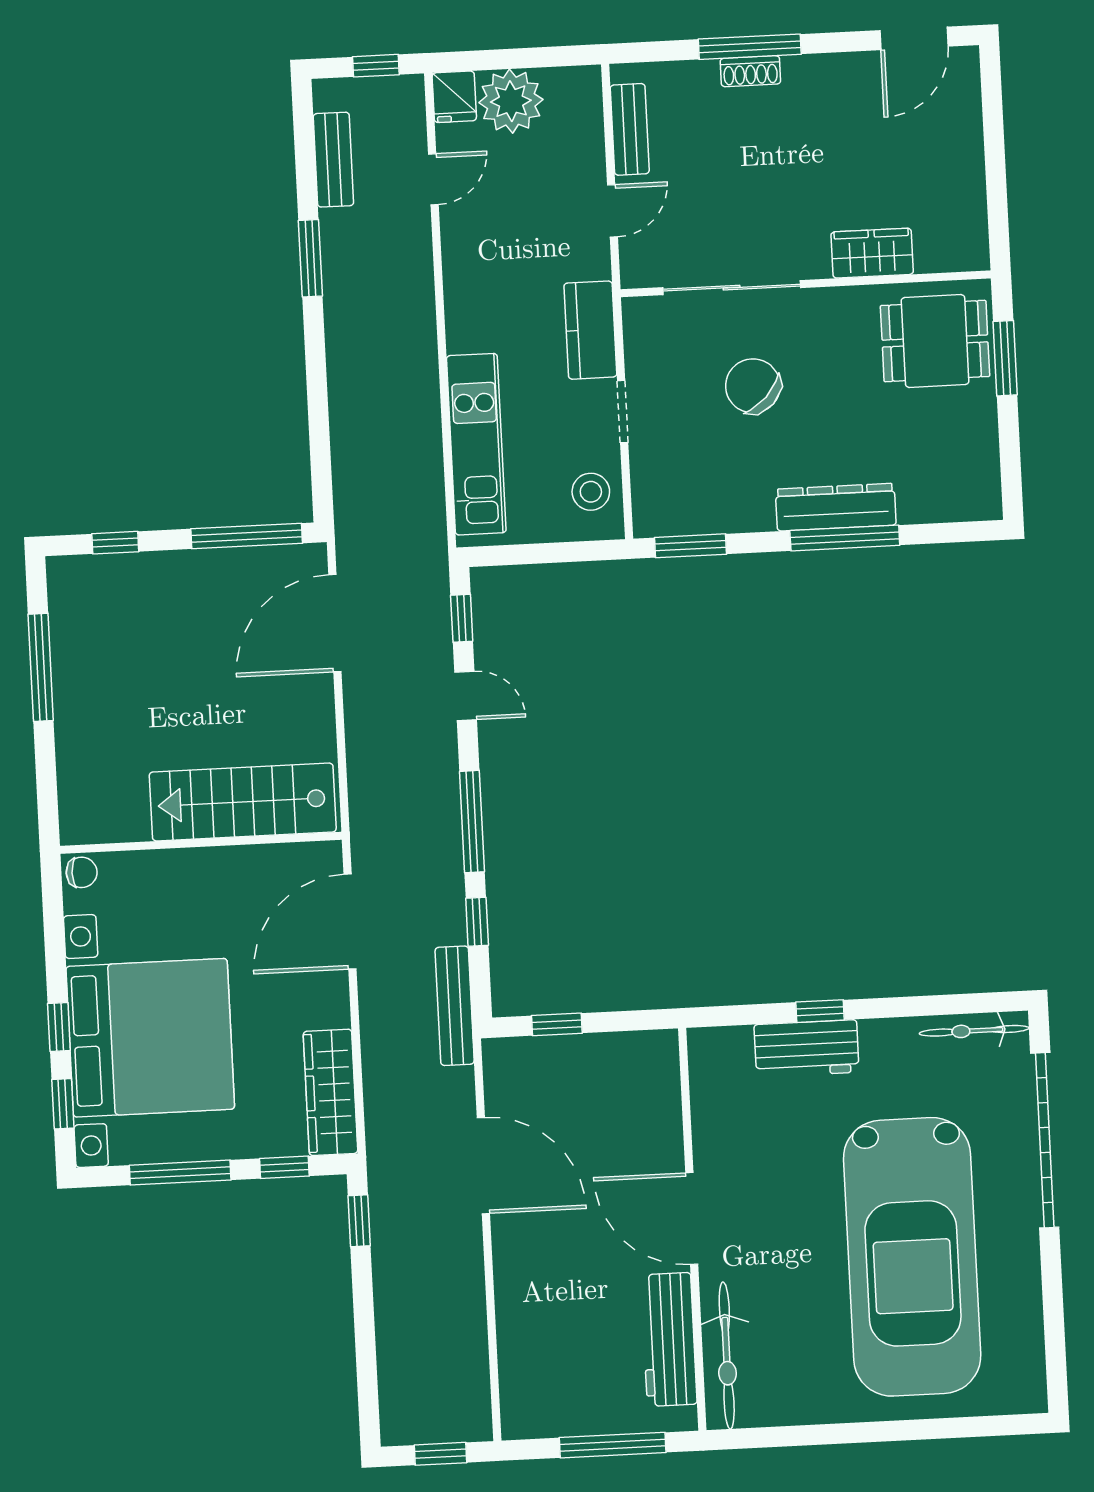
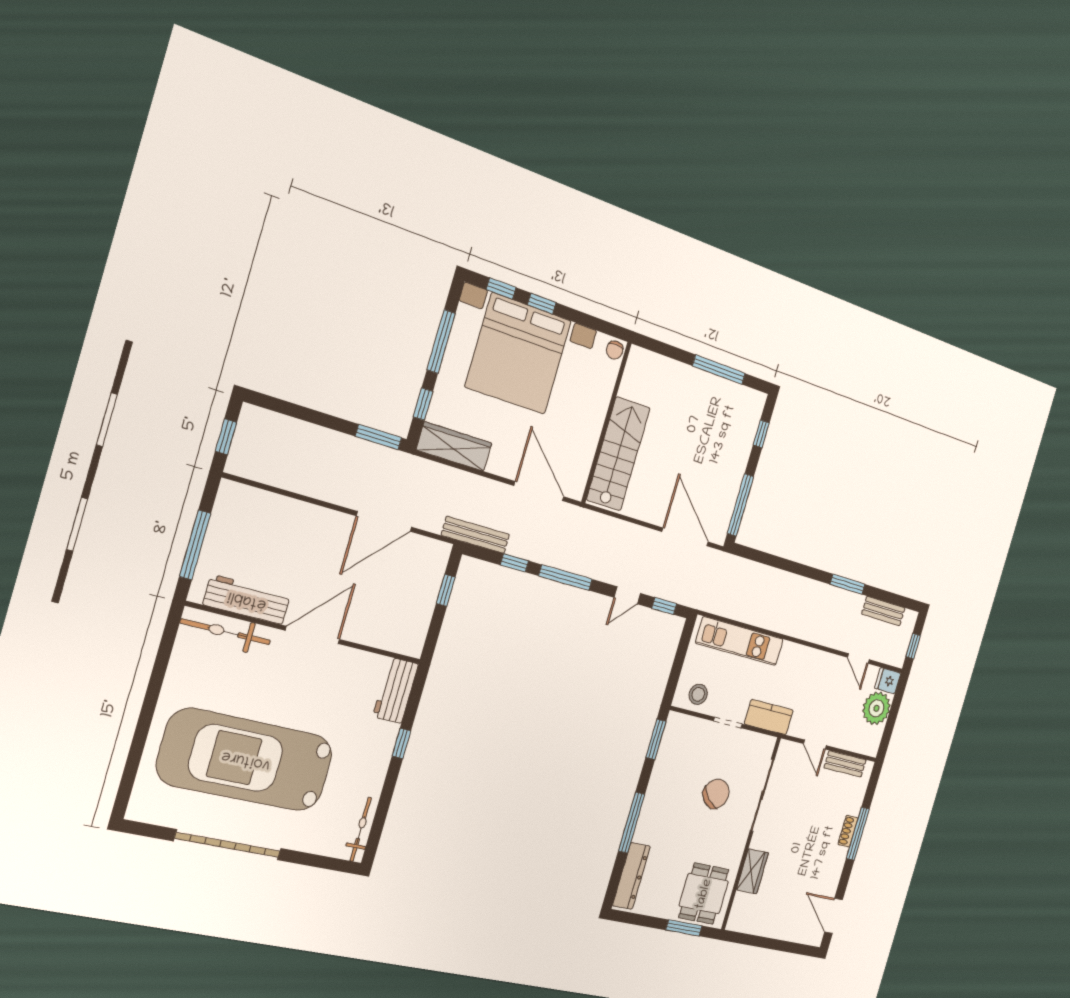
dresser: (836, 507) -> (631, 876), moved
workbench: (806, 1048) -> (396, 690), moved
garage door: (1045, 1140) -> (228, 845), moved
window: (359, 1221) -> (379, 437), width x1.50

